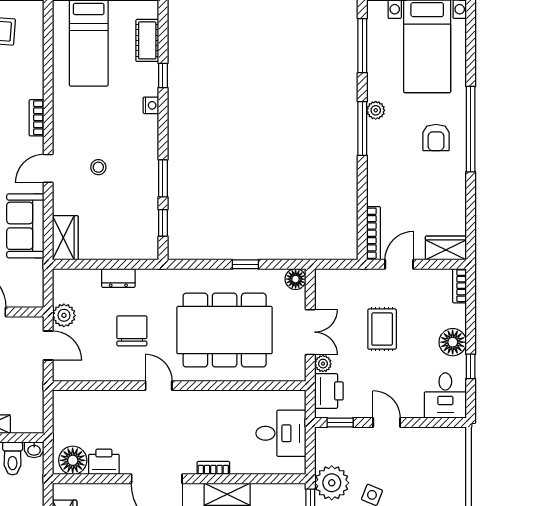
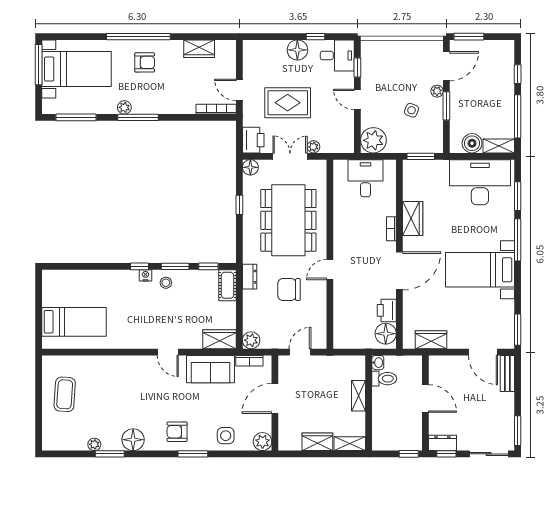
cot: (147, 40) -> (228, 285), moved, turned 90
window: (163, 76) -> (140, 266), moved
nightstand: (151, 105) -> (145, 275), moved
bookcase: (37, 118) -> (249, 361), moved
stool: (98, 167) -> (166, 283), moved
wardrobe: (446, 248) -> (199, 49), moved, turned -90
dresser: (118, 278) -> (250, 277), moved
bookcase: (459, 286) -> (255, 45), removed
plant: (64, 315) -> (251, 340), moved
rug: (382, 329) -> (288, 103), width x1.36, depth x1.43
printer: (329, 391) -> (253, 140), moved, turned 90
window: (340, 422) -> (357, 68), moved
door: (387, 422) -> (357, 99), hinge flipped
plant: (332, 483) -> (373, 140), moved

